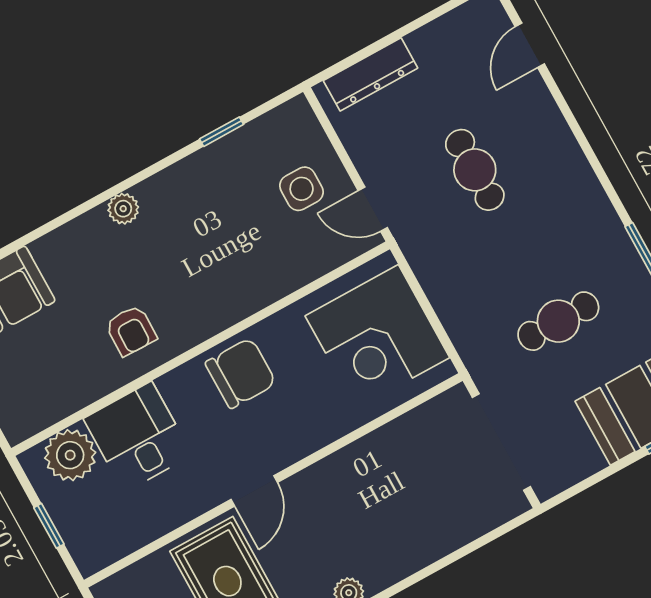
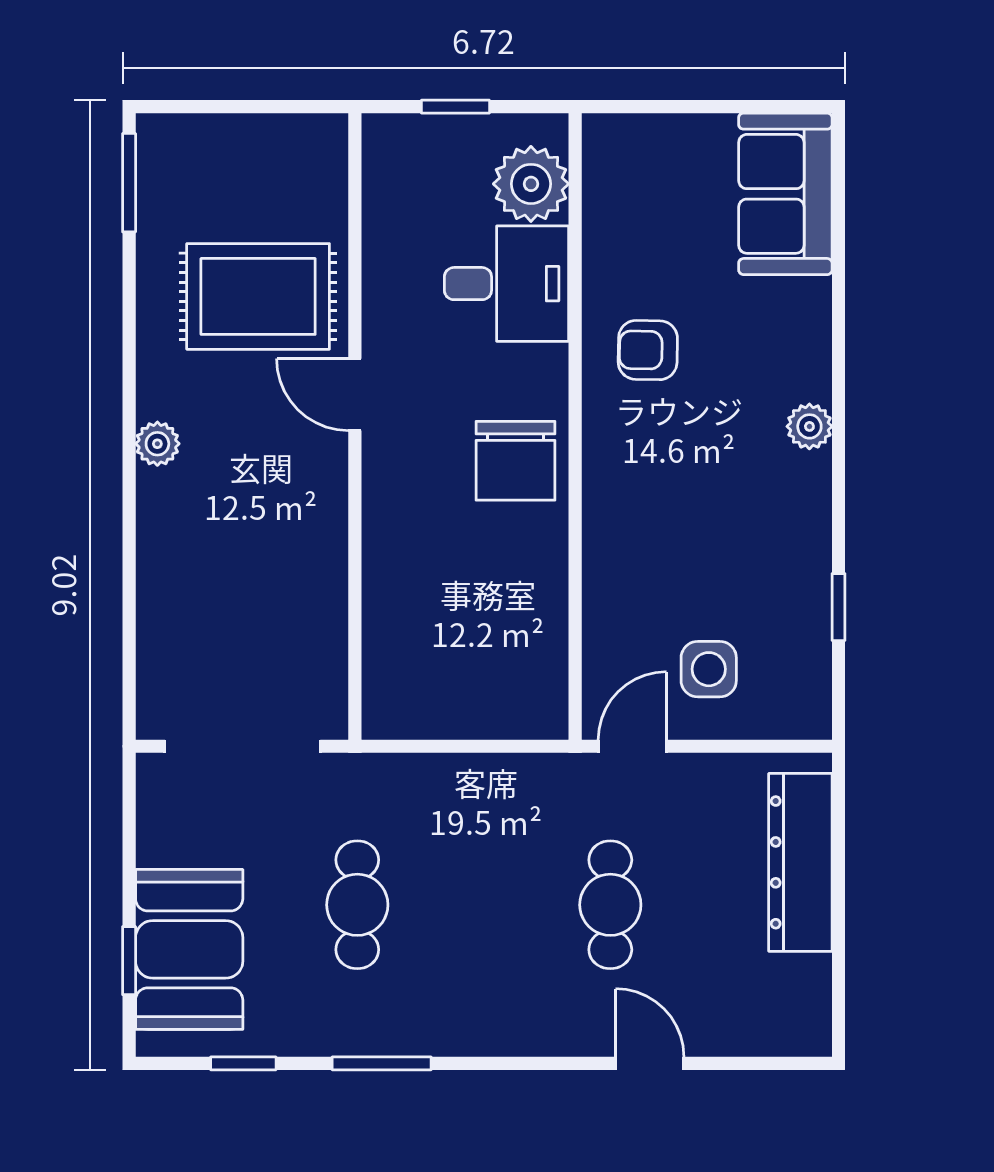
door: (530, 45) -> (650, 1063), moved
dresser: (371, 74) -> (800, 862), width x1.37, depth x1.24
cafe table: (475, 170) -> (610, 905), turned 90
corner desk: (377, 337) -> (465, 662), removed

